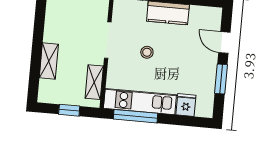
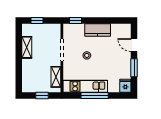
shelving: (49, 61) -> (27, 47), moved
fridge: (186, 105) -> (125, 86), moved
window: (135, 116) -> (95, 96), moved

